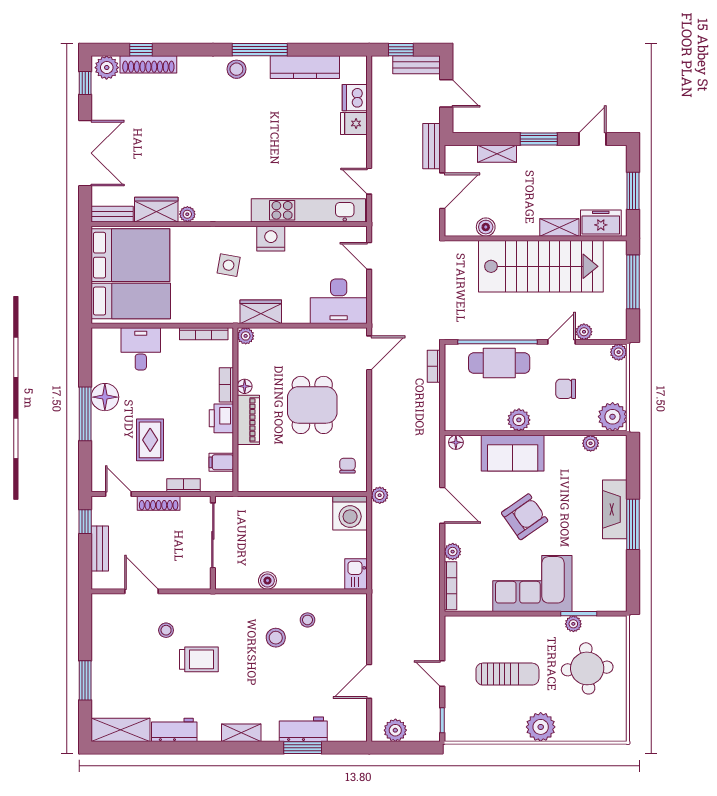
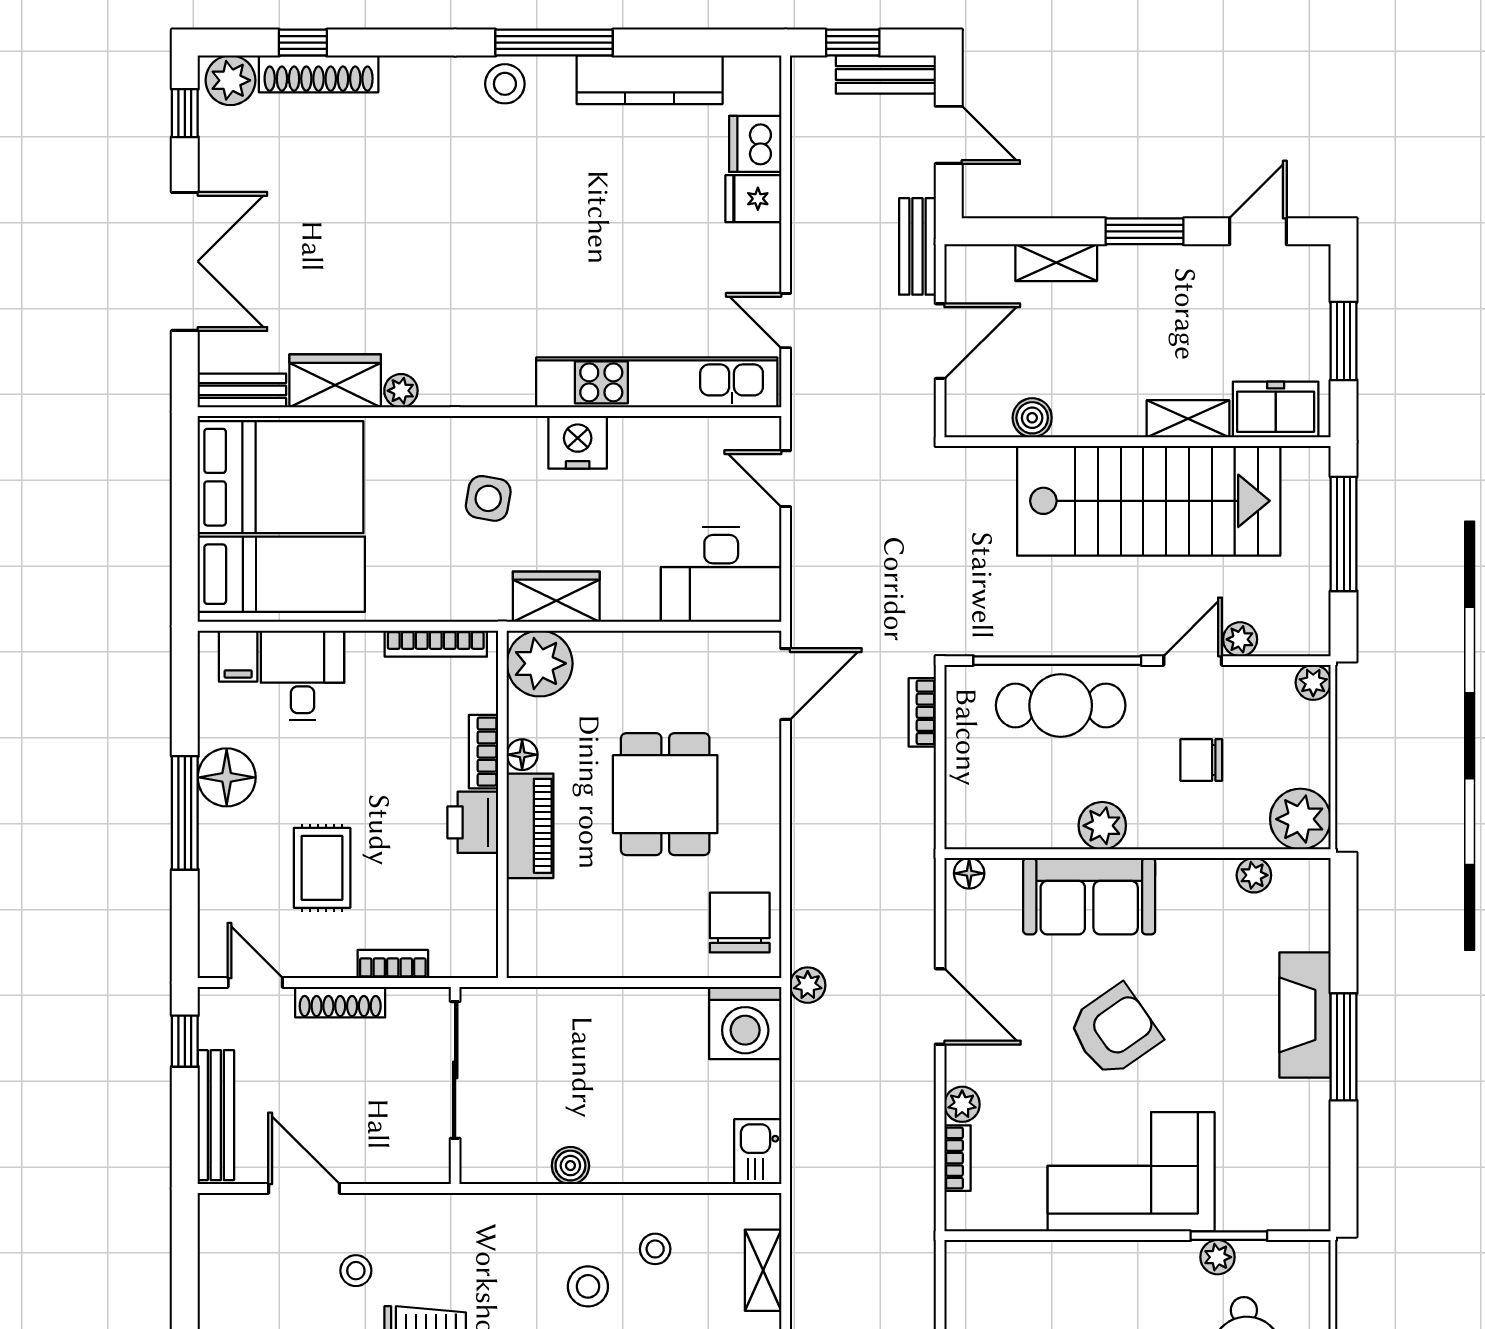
plant: (246, 336) -> (540, 663), width x1.88, depth x1.88
filing cabinet: (221, 462) -> (238, 656), moved, turned -90
chair: (347, 466) -> (740, 923), width x1.87, depth x1.87
bench: (100, 549) -> (216, 1115), width x1.36
bookcase: (450, 586) -> (958, 1158), width x0.64
shelving: (359, 630) -> (763, 1270), added

